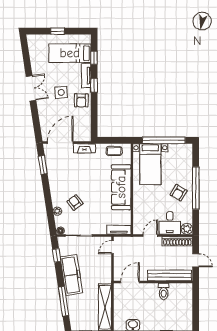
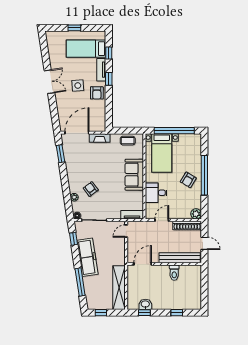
sofa: (121, 187) -> (134, 175), width x0.73
desk: (170, 223) -> (156, 193), moved, turned 90

